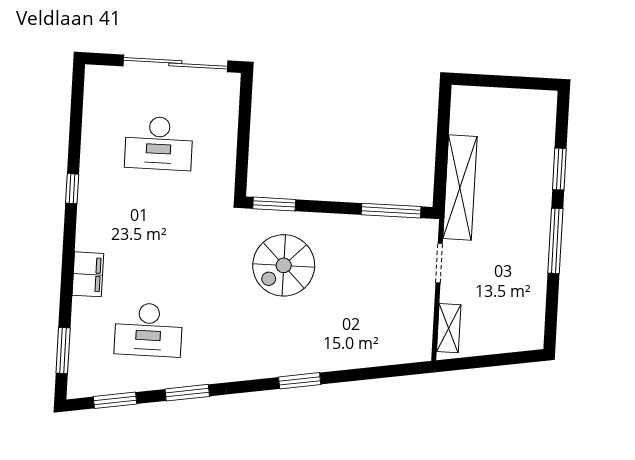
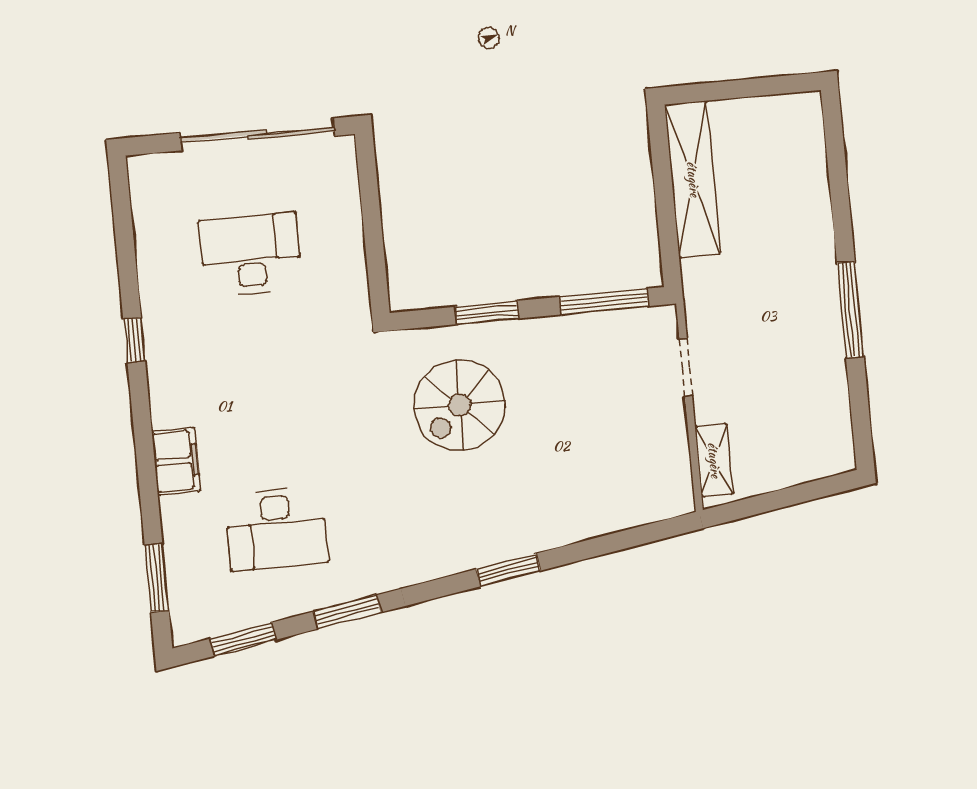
desk: (159, 143) -> (251, 254), turned 180
window: (559, 169) -> (840, 204), removed
shelving: (460, 188) -> (693, 179), moved
window: (274, 204) -> (487, 313), moved

